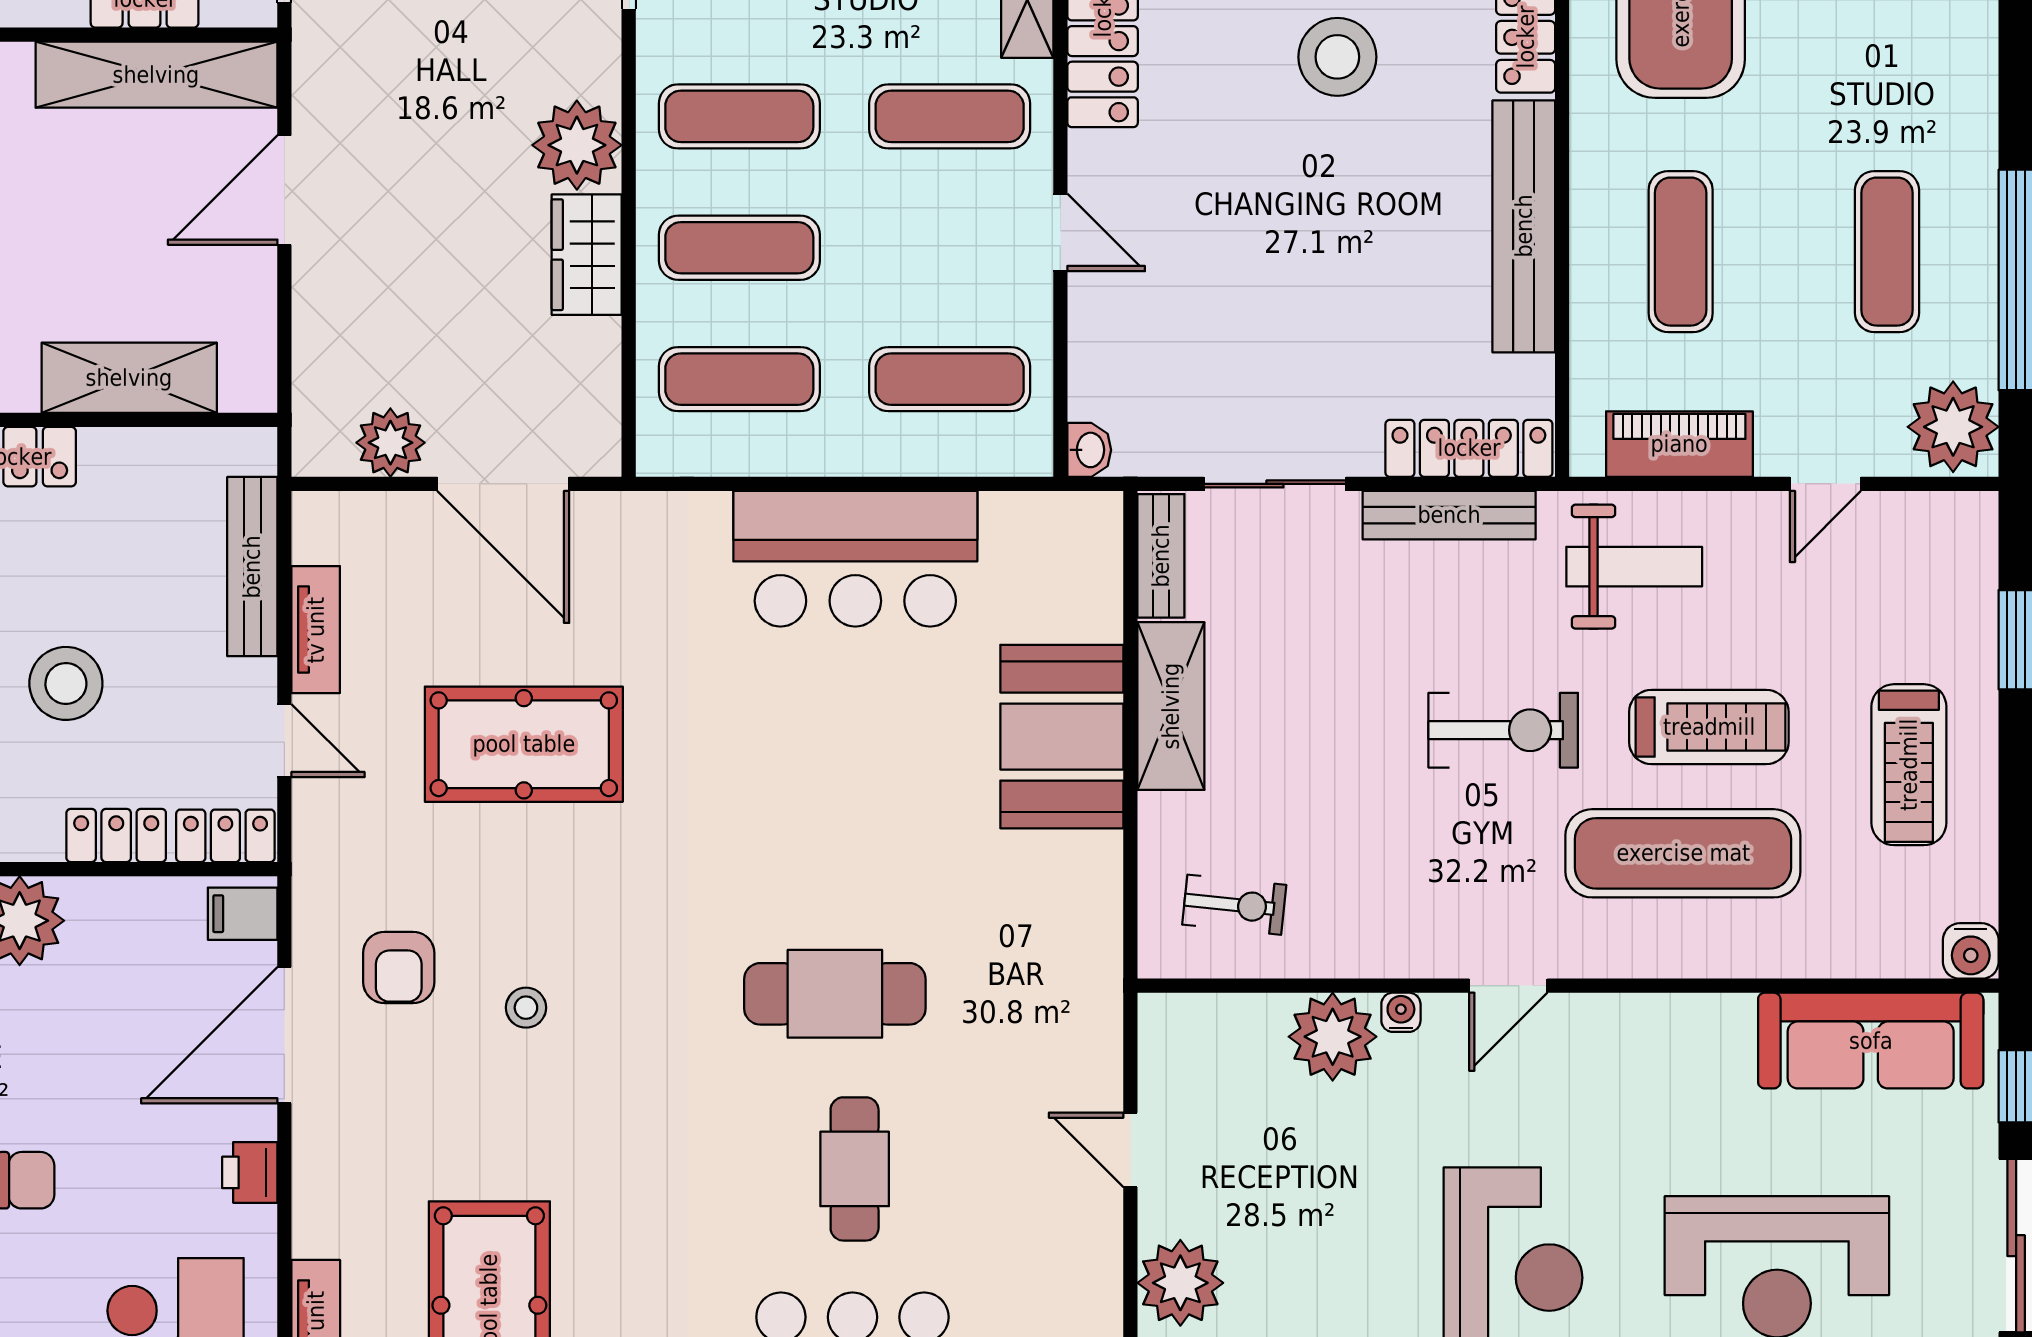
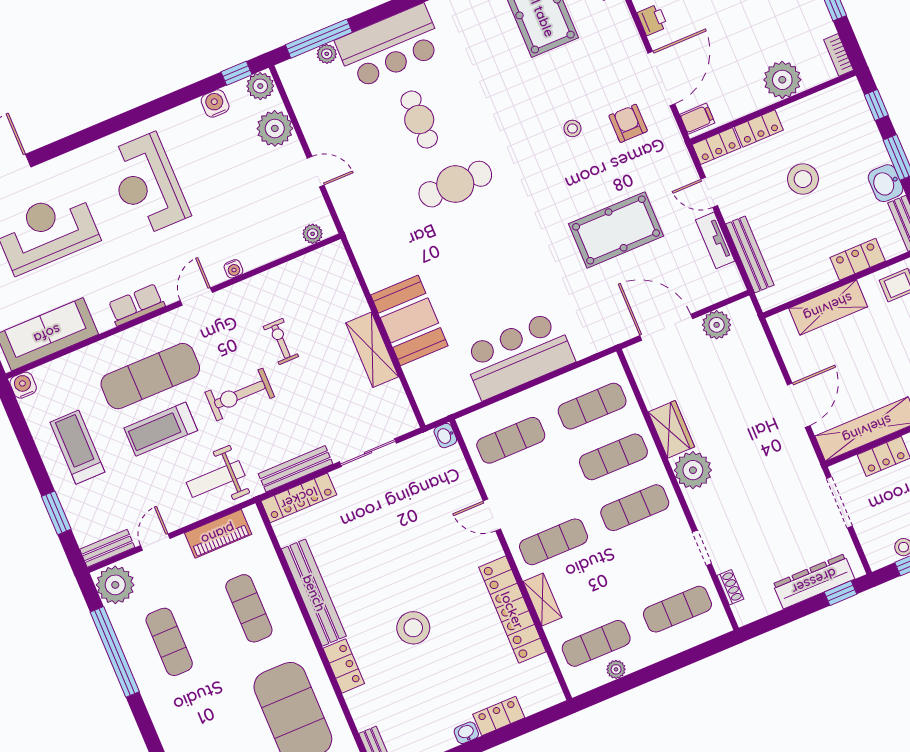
bench: (1161, 556) -> (107, 548), moved, turned 90
exercise bike: (1234, 905) -> (281, 342), moved, turned 84
row of seats: (1648, 1023) -> (136, 305), added
plant: (1333, 1037) -> (313, 234), moved, width x0.53, depth x0.53

